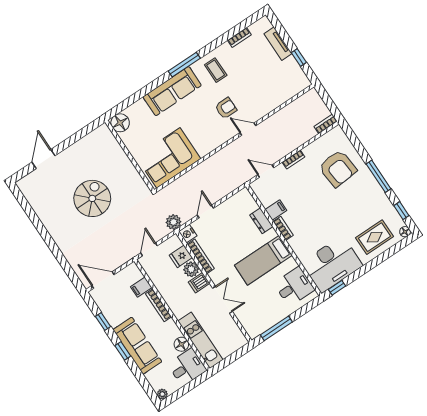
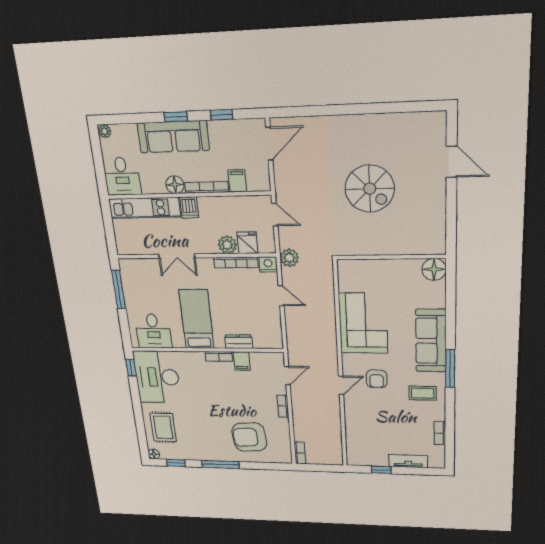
corner sofa: (168, 158) -> (363, 323), moved
dishwasher: (199, 283) -> (189, 207), moved, turned 180
floor lamp: (181, 344) -> (175, 185), moved

